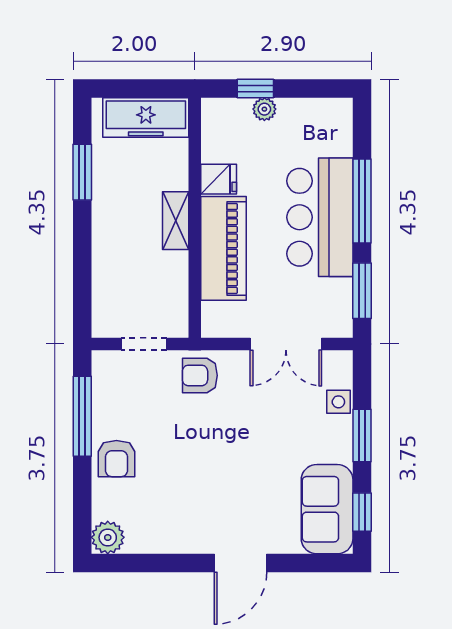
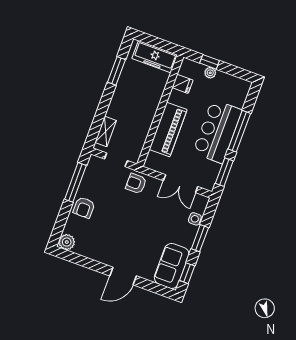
fridge: (219, 179) -> (182, 84), moved
shelving: (176, 221) -> (106, 131), moved

